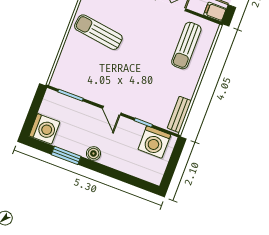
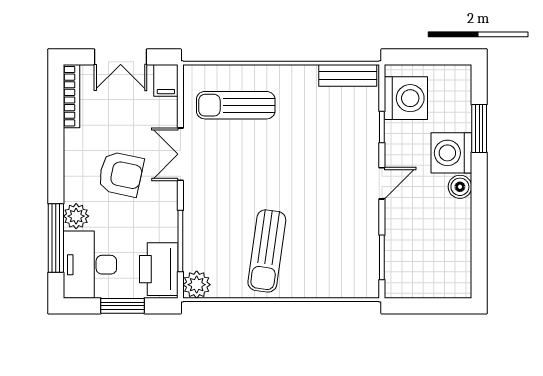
sun lounger: (186, 46) -> (236, 105), turned 180
washing machine: (44, 129) -> (451, 153), moved, turned -90
window: (66, 155) -> (479, 128), moved

